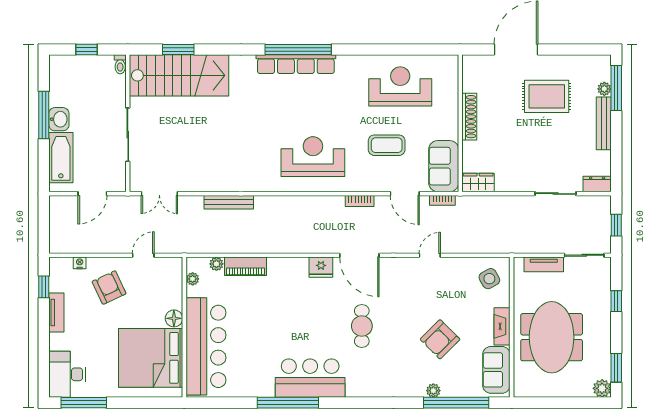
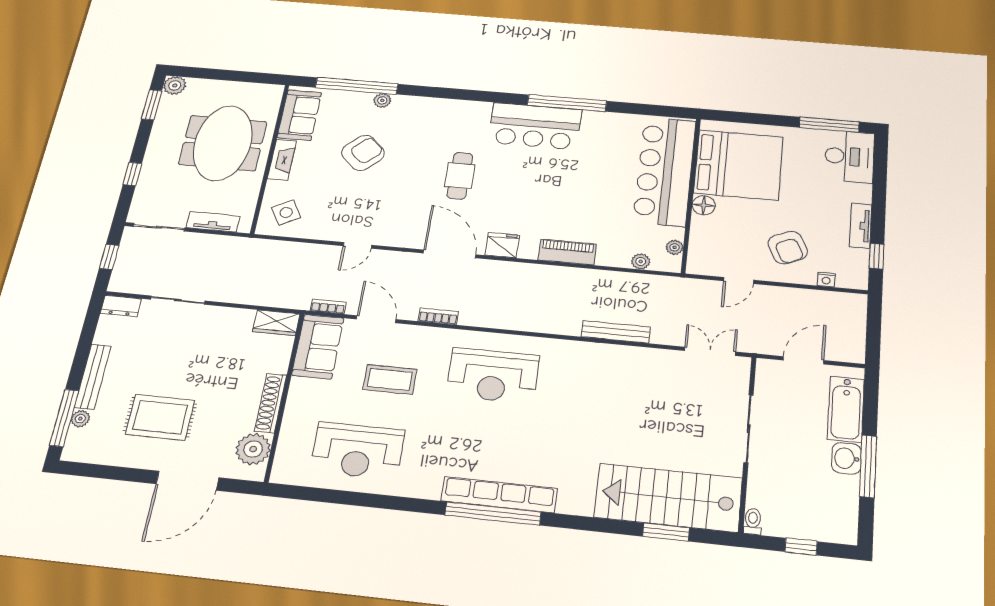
plant: (475, 79) -> (253, 449), added
piano: (246, 266) -> (567, 252), moved

